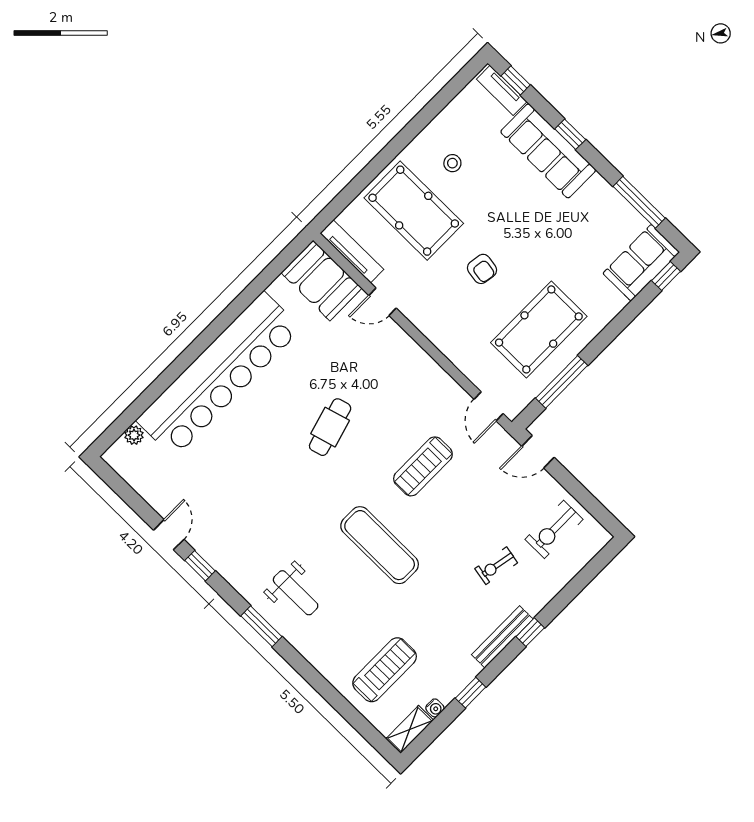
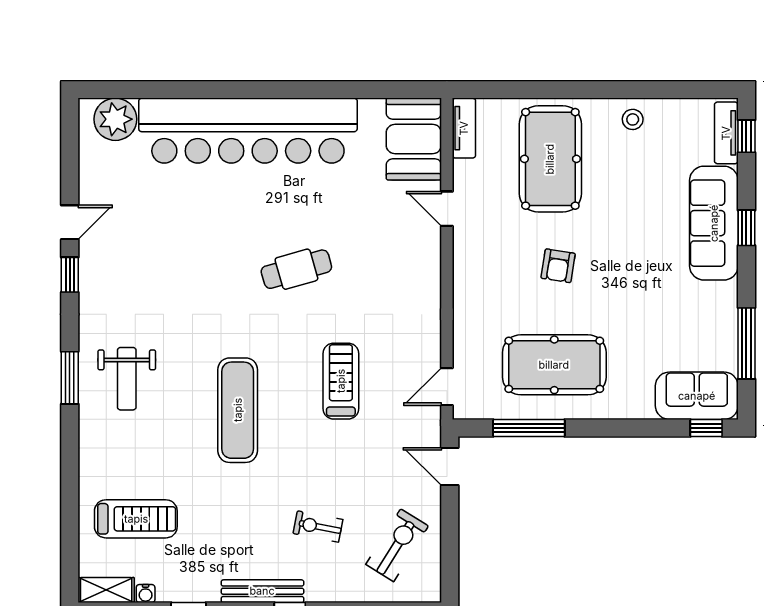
stool: (452, 163) -> (633, 119), moved
tv unit: (352, 251) -> (464, 128), width x0.71
plant: (134, 435) -> (115, 119), width x1.88, depth x1.88
treadmill: (423, 466) -> (341, 381), turned 90
exercise bike: (554, 529) -> (397, 545), turned 122

